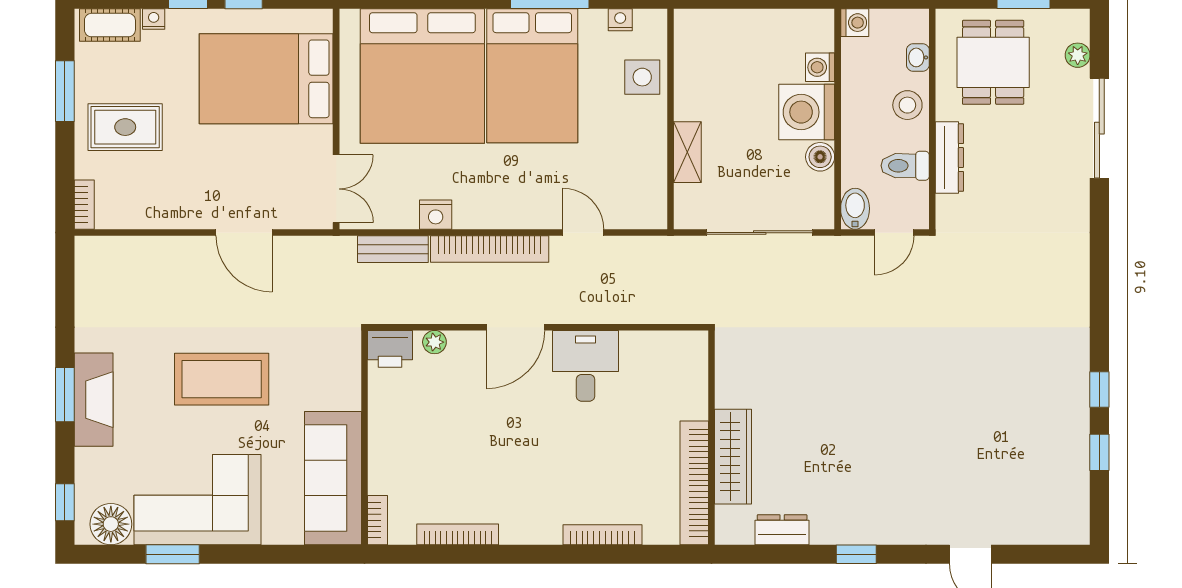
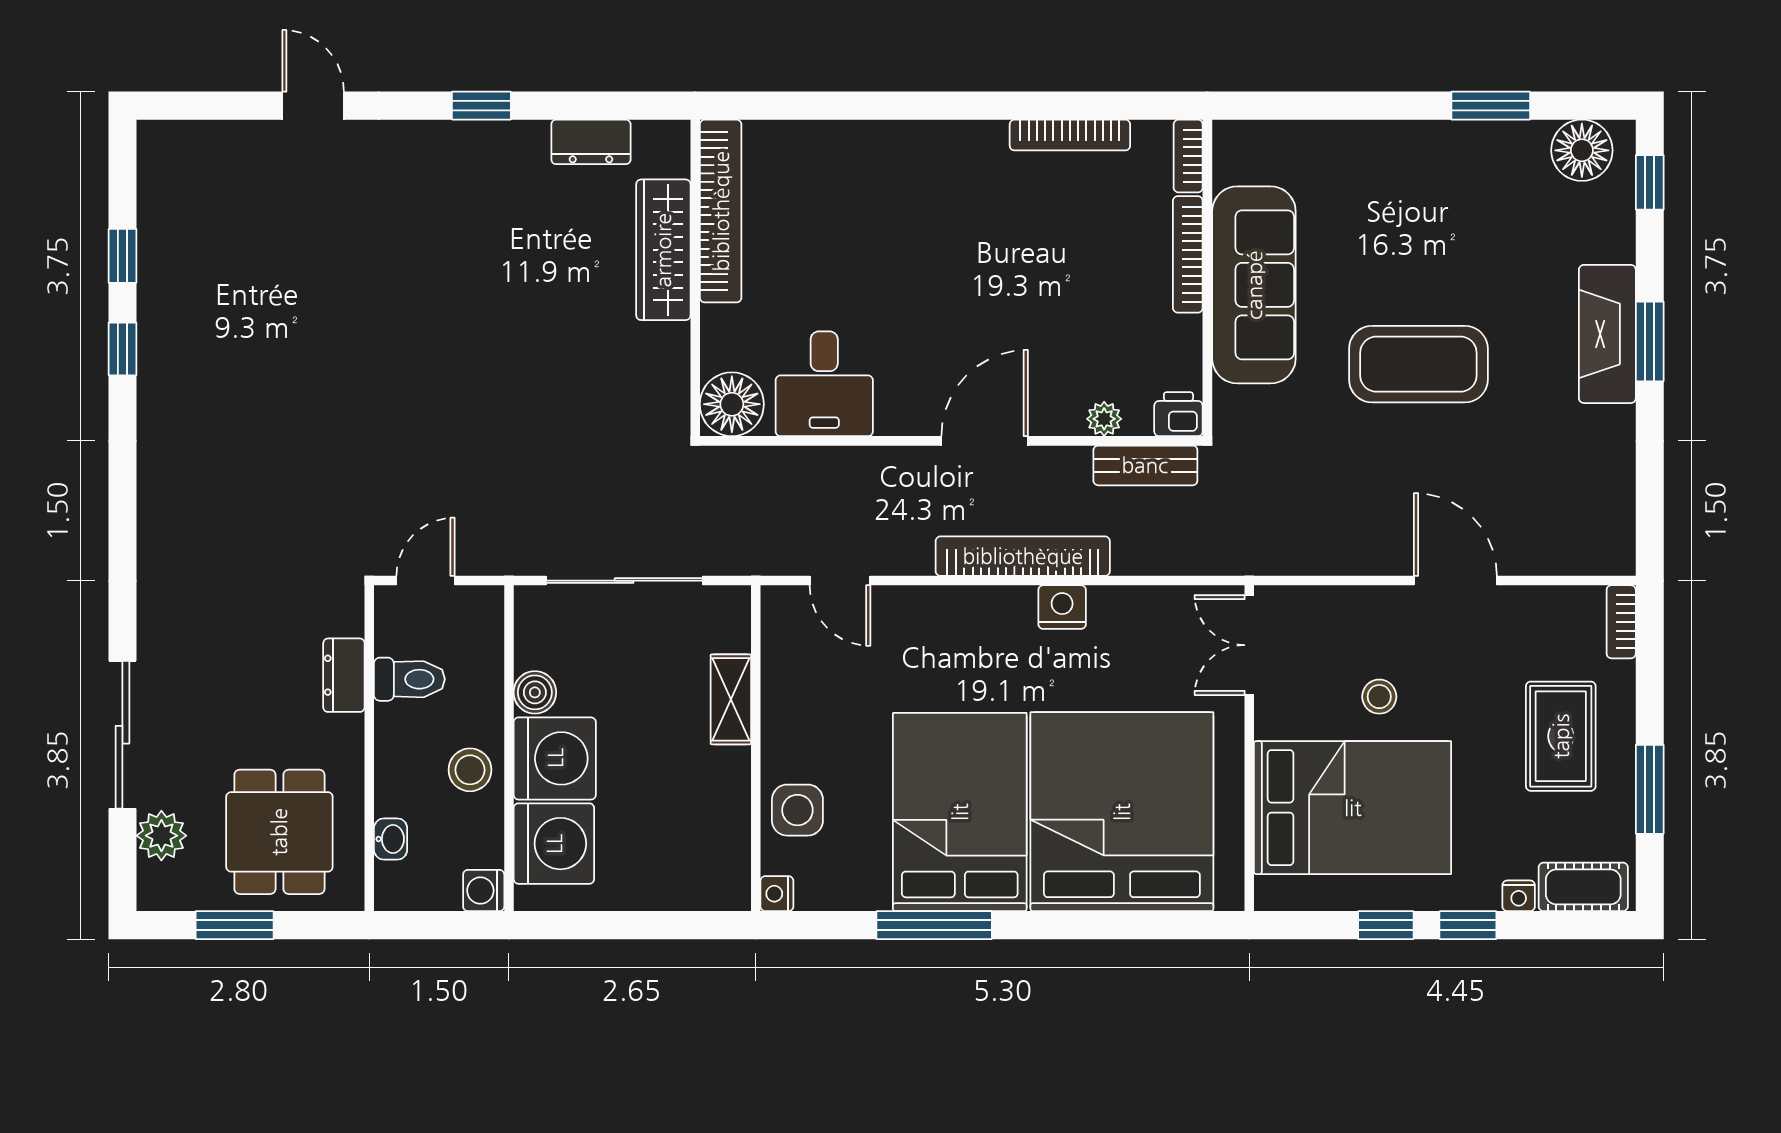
nightstand: (620, 20) -> (777, 894), moved, turned 90
plant: (1078, 55) -> (161, 836), width x1.38, depth x1.38
washing machine: (820, 67) -> (554, 844), width x1.89, depth x1.89
stool: (907, 105) -> (470, 770), moved
rug: (125, 127) -> (1561, 736), turned 90
stool: (248, 154) -> (1379, 697), added
dresser: (949, 158) -> (344, 675), width x0.70
bidet: (855, 209) -> (483, 616), removed
nightstand: (436, 215) -> (1062, 607), moved
door: (244, 233) -> (1455, 581), moved
door: (583, 233) -> (840, 581), moved
bench: (393, 249) -> (1145, 465), moved
printer: (390, 349) -> (1178, 414), width x0.73, depth x0.81
floor lamp: (687, 352) -> (732, 404), added
desk: (585, 366) -> (824, 384), moved
sofa: (333, 478) -> (1254, 285), moved
corner sofa: (197, 500) -> (1454, 186), removed
bookcase: (602, 535) -> (1188, 254), moved, turned 90

